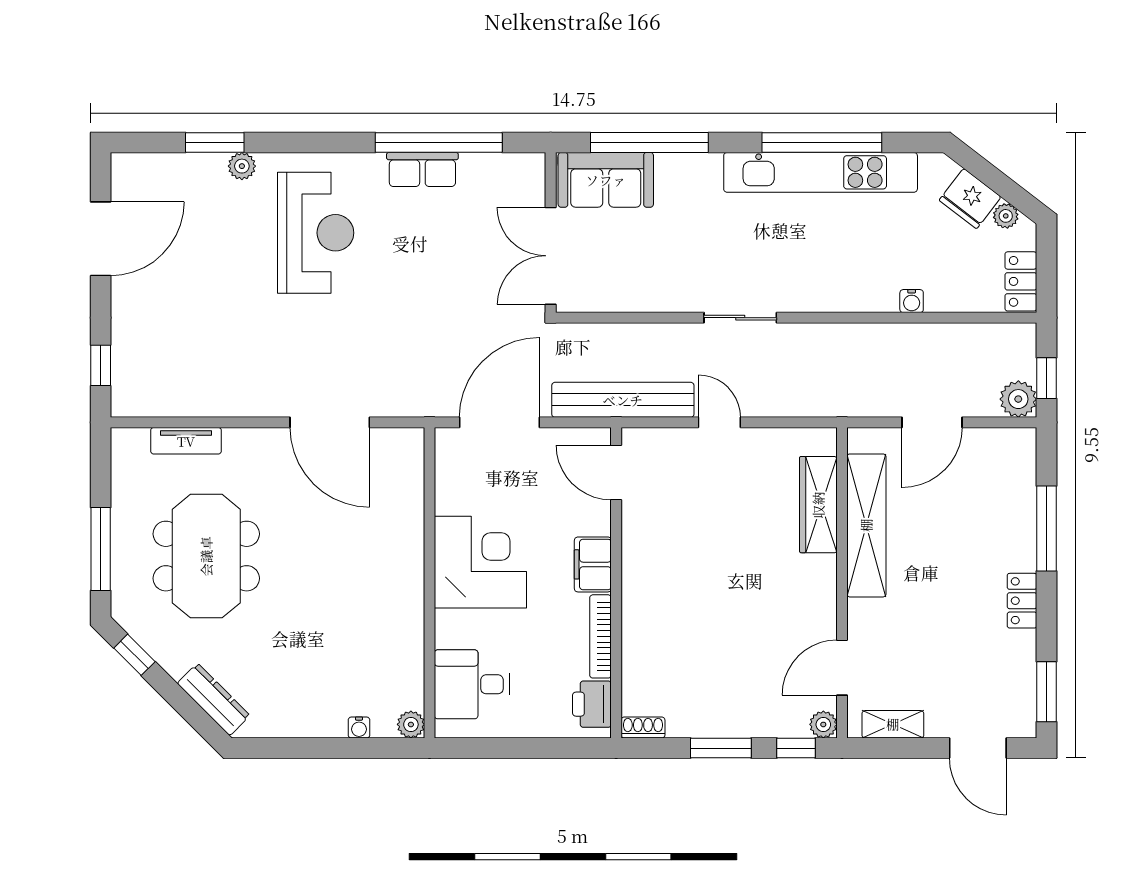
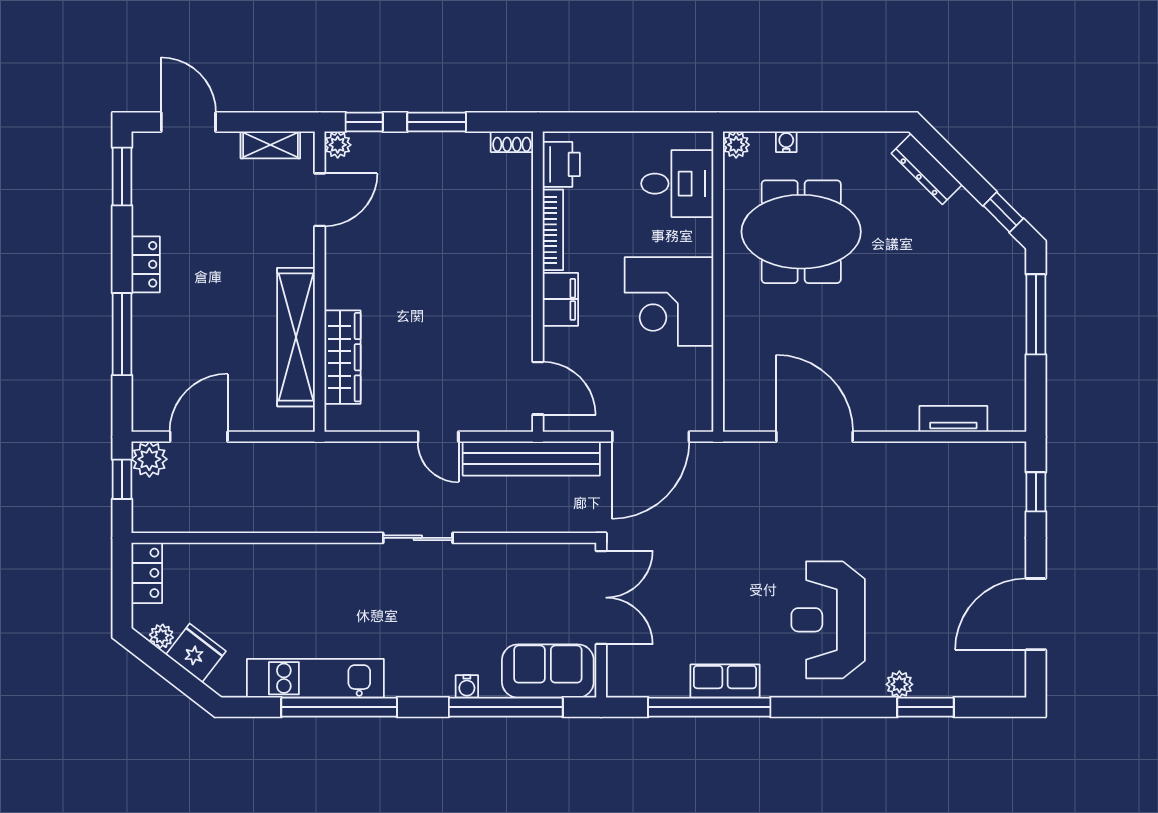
kitchen unit: (821, 172) -> (315, 678), width x0.73
water cooler: (912, 301) -> (467, 686), moved, turned 180
door: (932, 422) -> (199, 437), moved
meeting table: (206, 556) -> (801, 232), moved, turned 90

